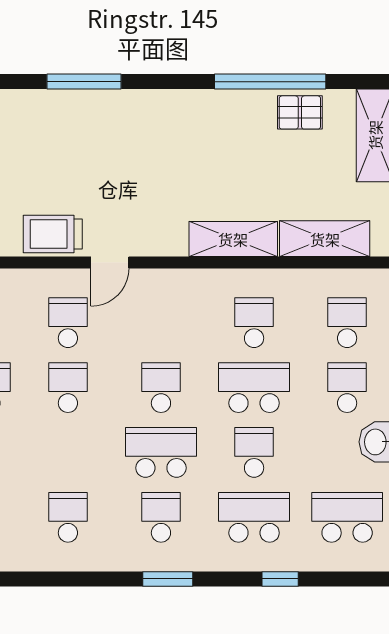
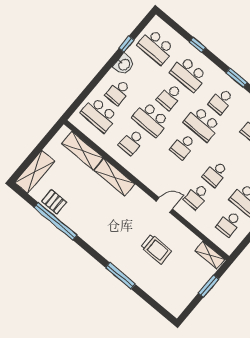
trolley: (53, 234) -> (156, 249), moved
school desk: (347, 323) -> (99, 115), width x1.85

